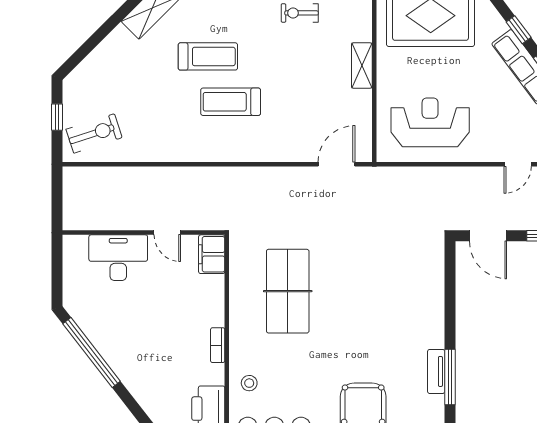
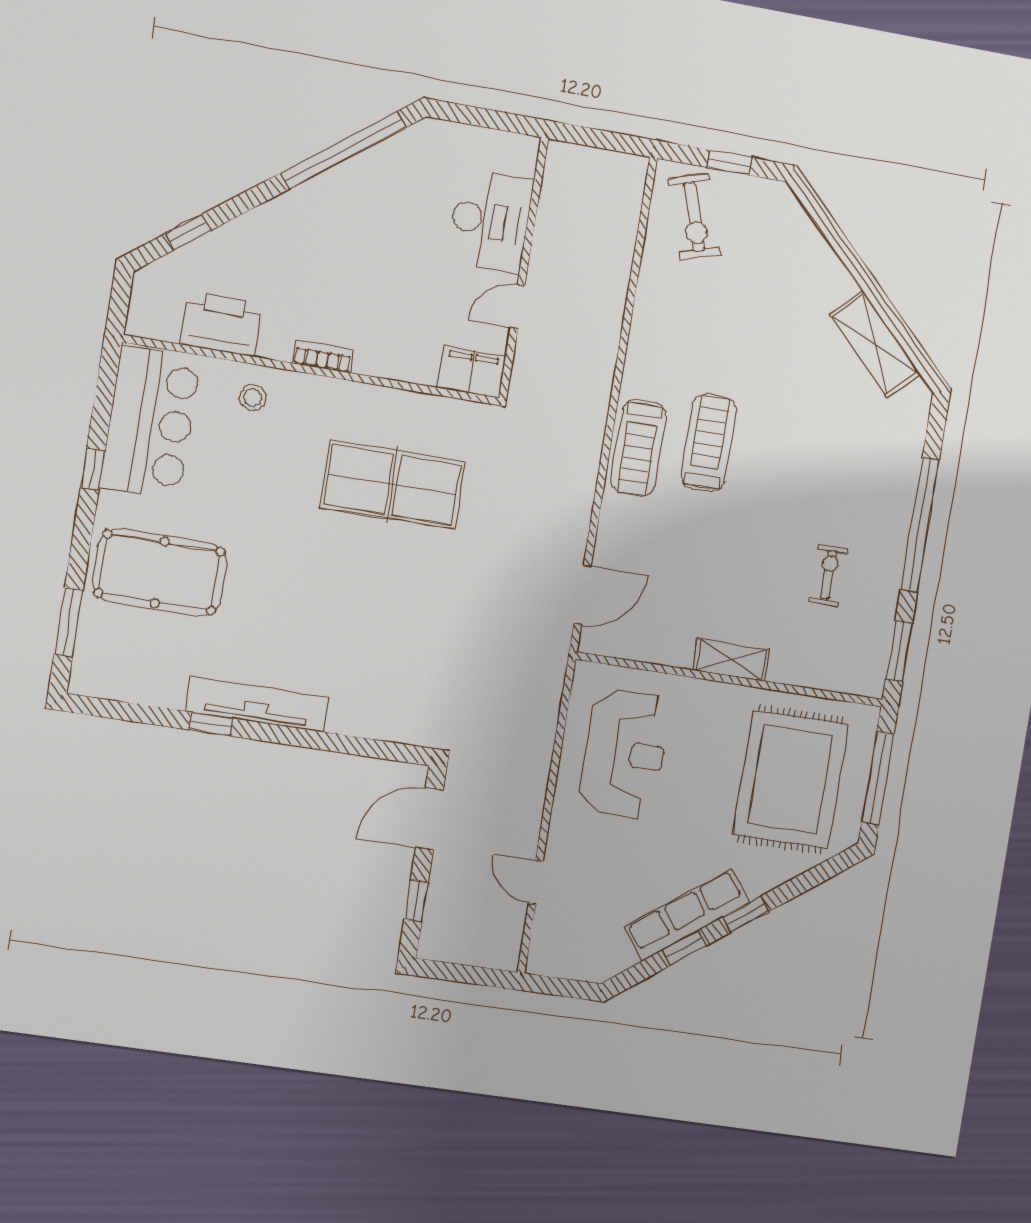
treadmill: (208, 56) -> (639, 448), moved
door: (337, 164) -> (582, 595), hinge flipped
tv unit: (436, 371) -> (257, 704), width x1.92, depth x1.29
window: (450, 377) -> (211, 724), width x0.46

